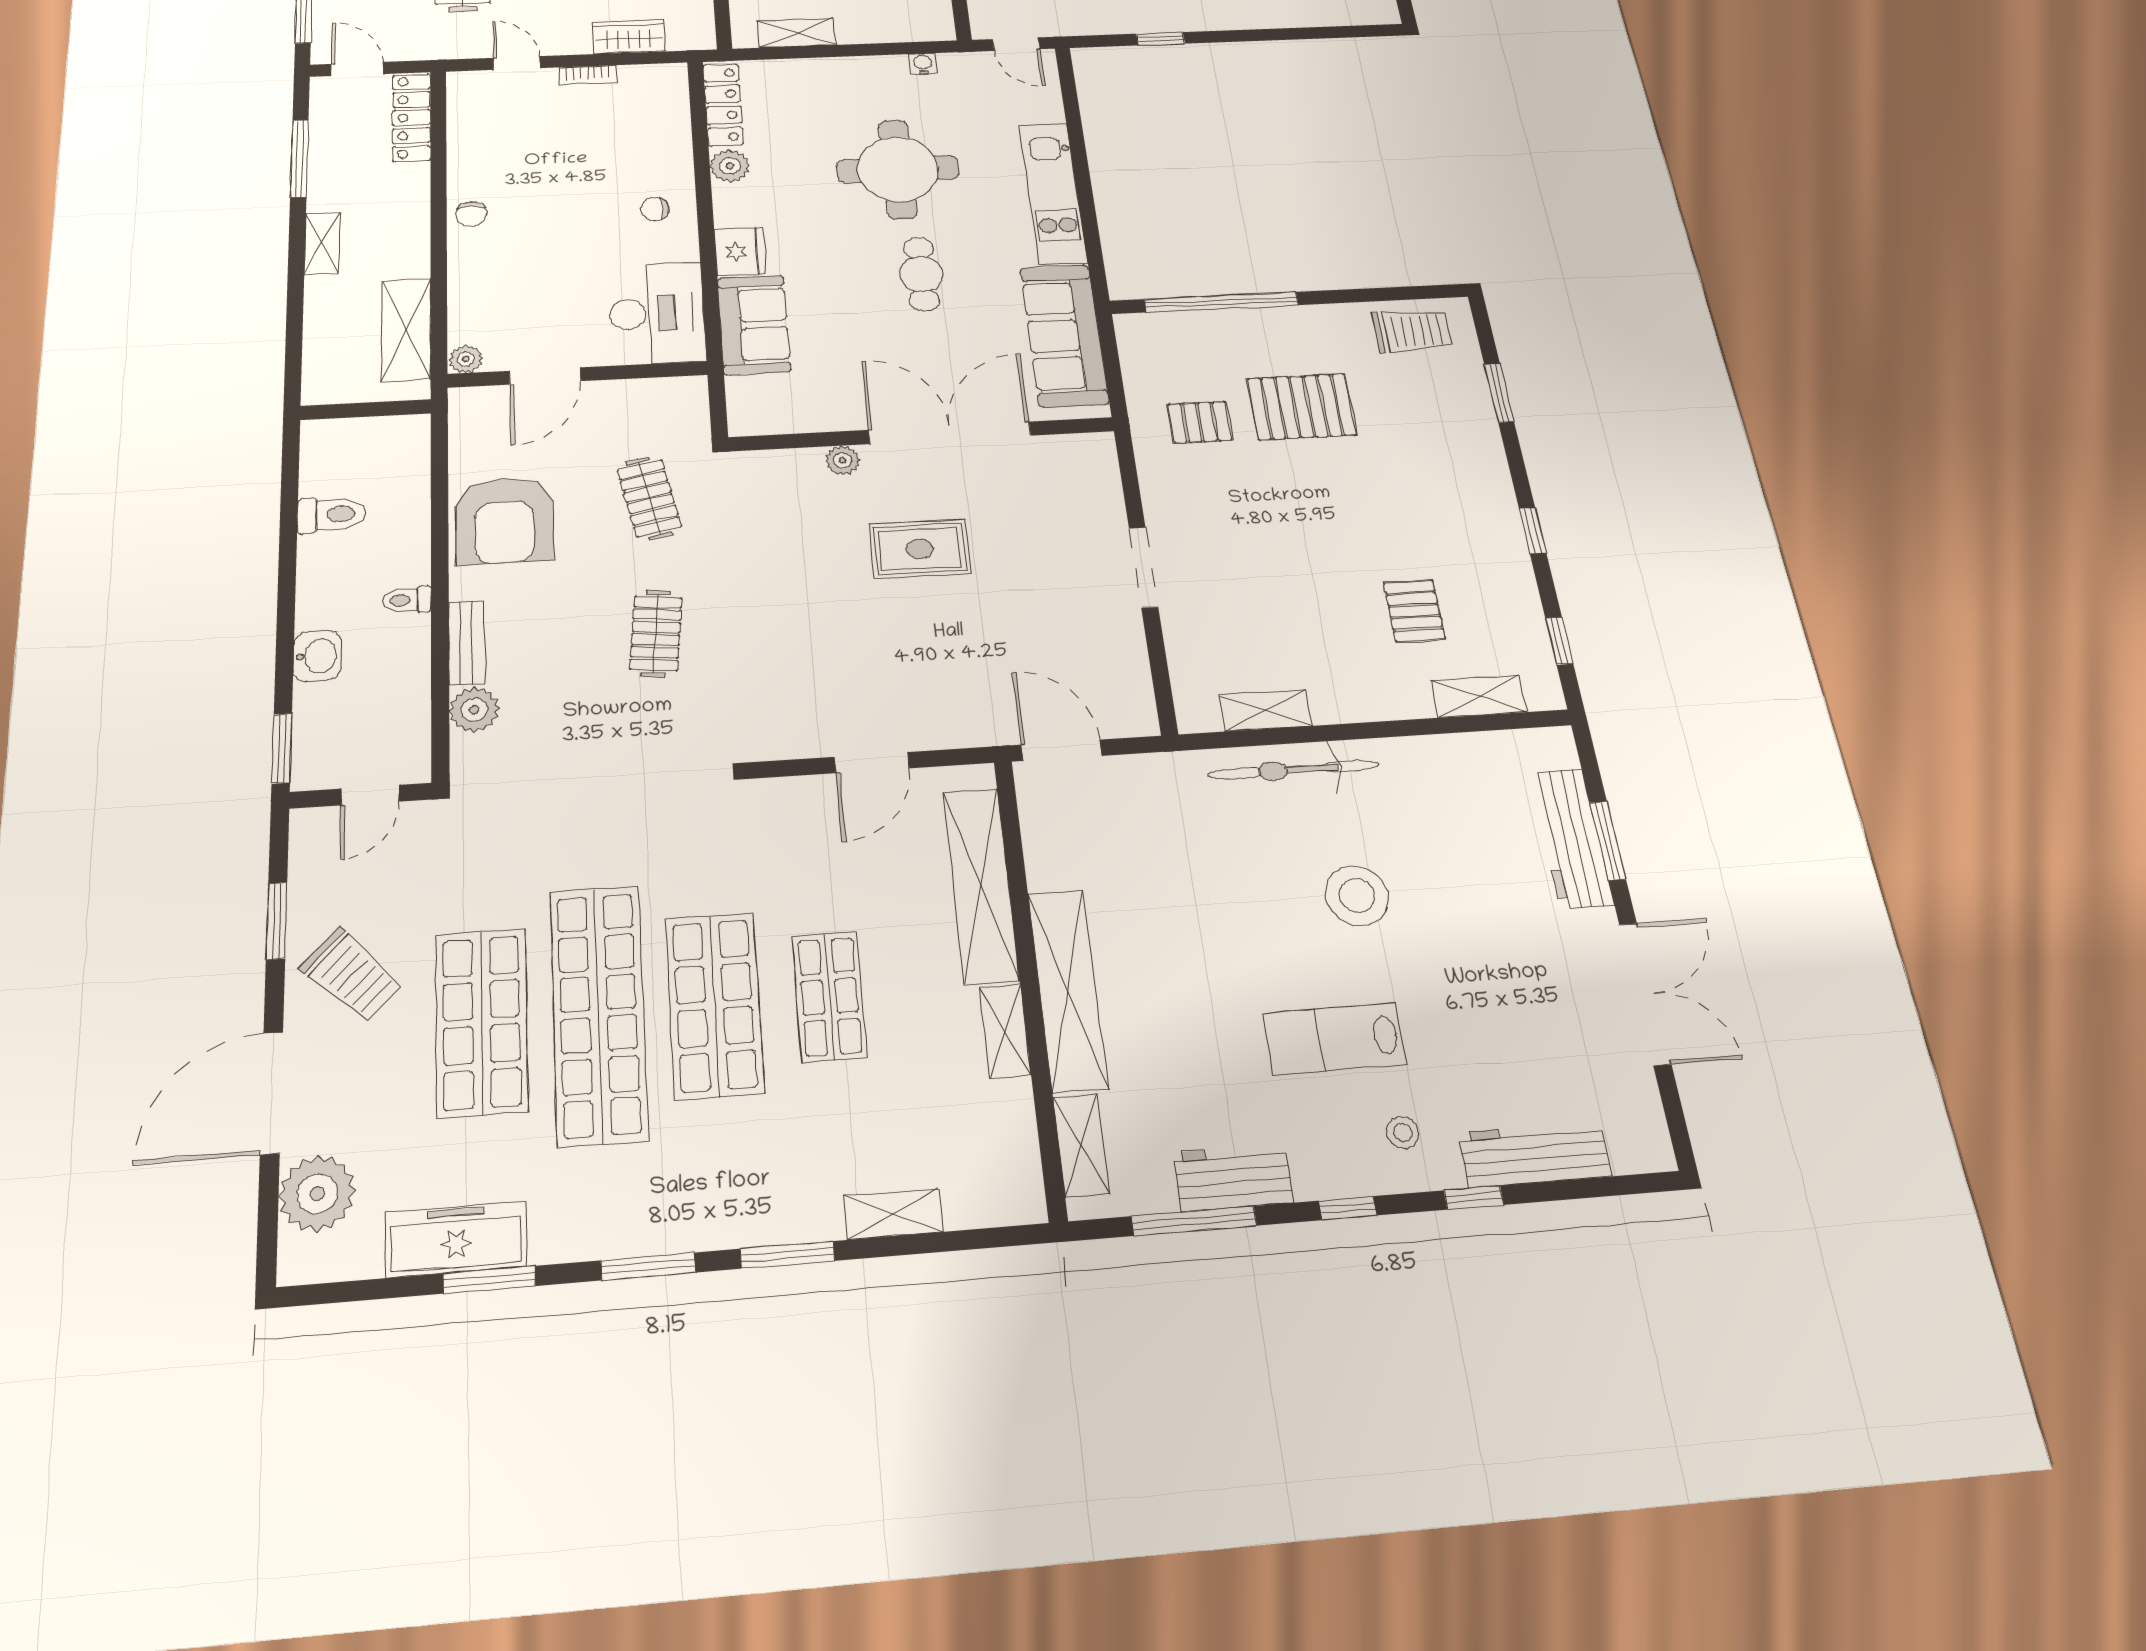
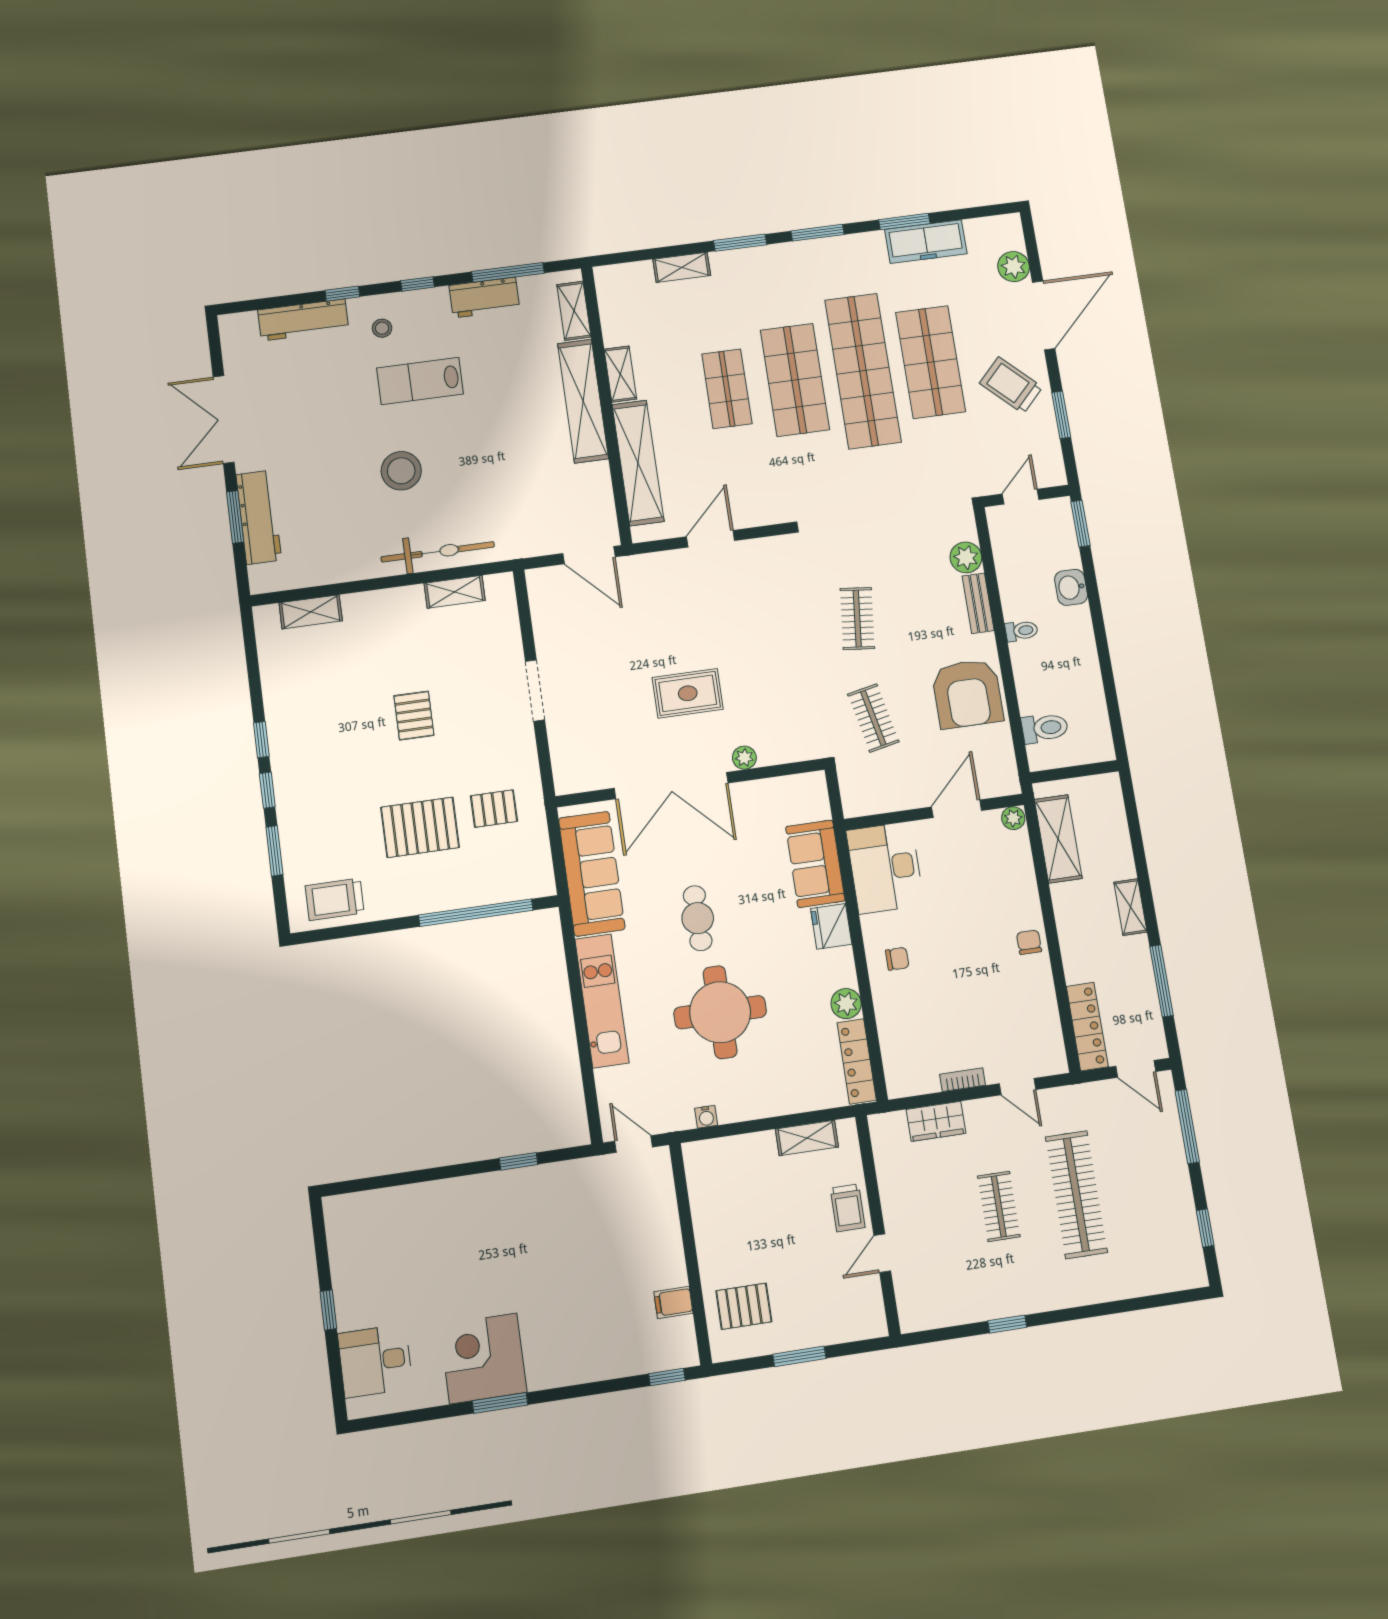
toilet: (331, 514) -> (1045, 728), moved, turned 180
armchair: (504, 520) -> (967, 694), turned 180
pallet: (1414, 611) -> (414, 716), moved
window: (1559, 641) -> (267, 790), moved
lab bench: (1335, 1039) -> (420, 381), turned 180
plant: (317, 1194) -> (1014, 267), width x0.73, depth x0.73

